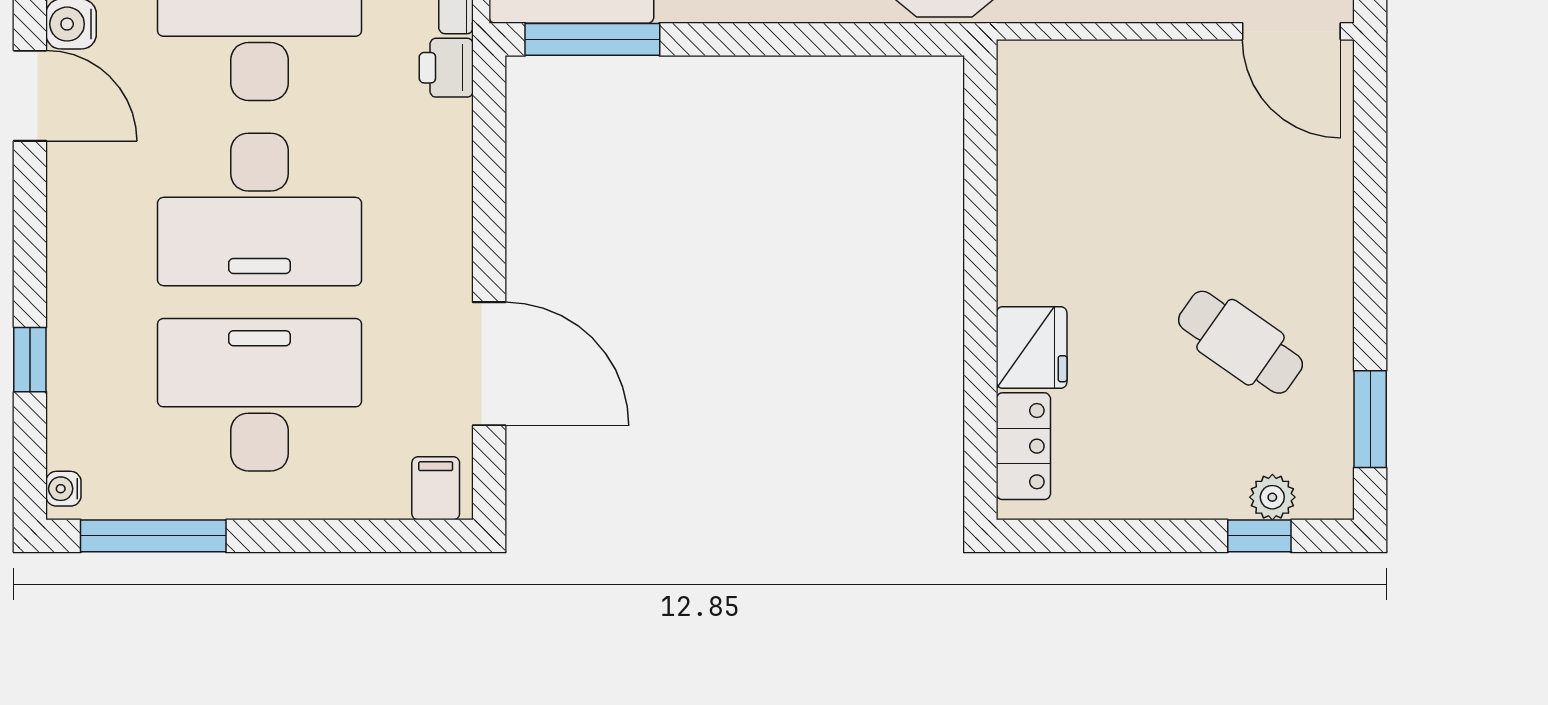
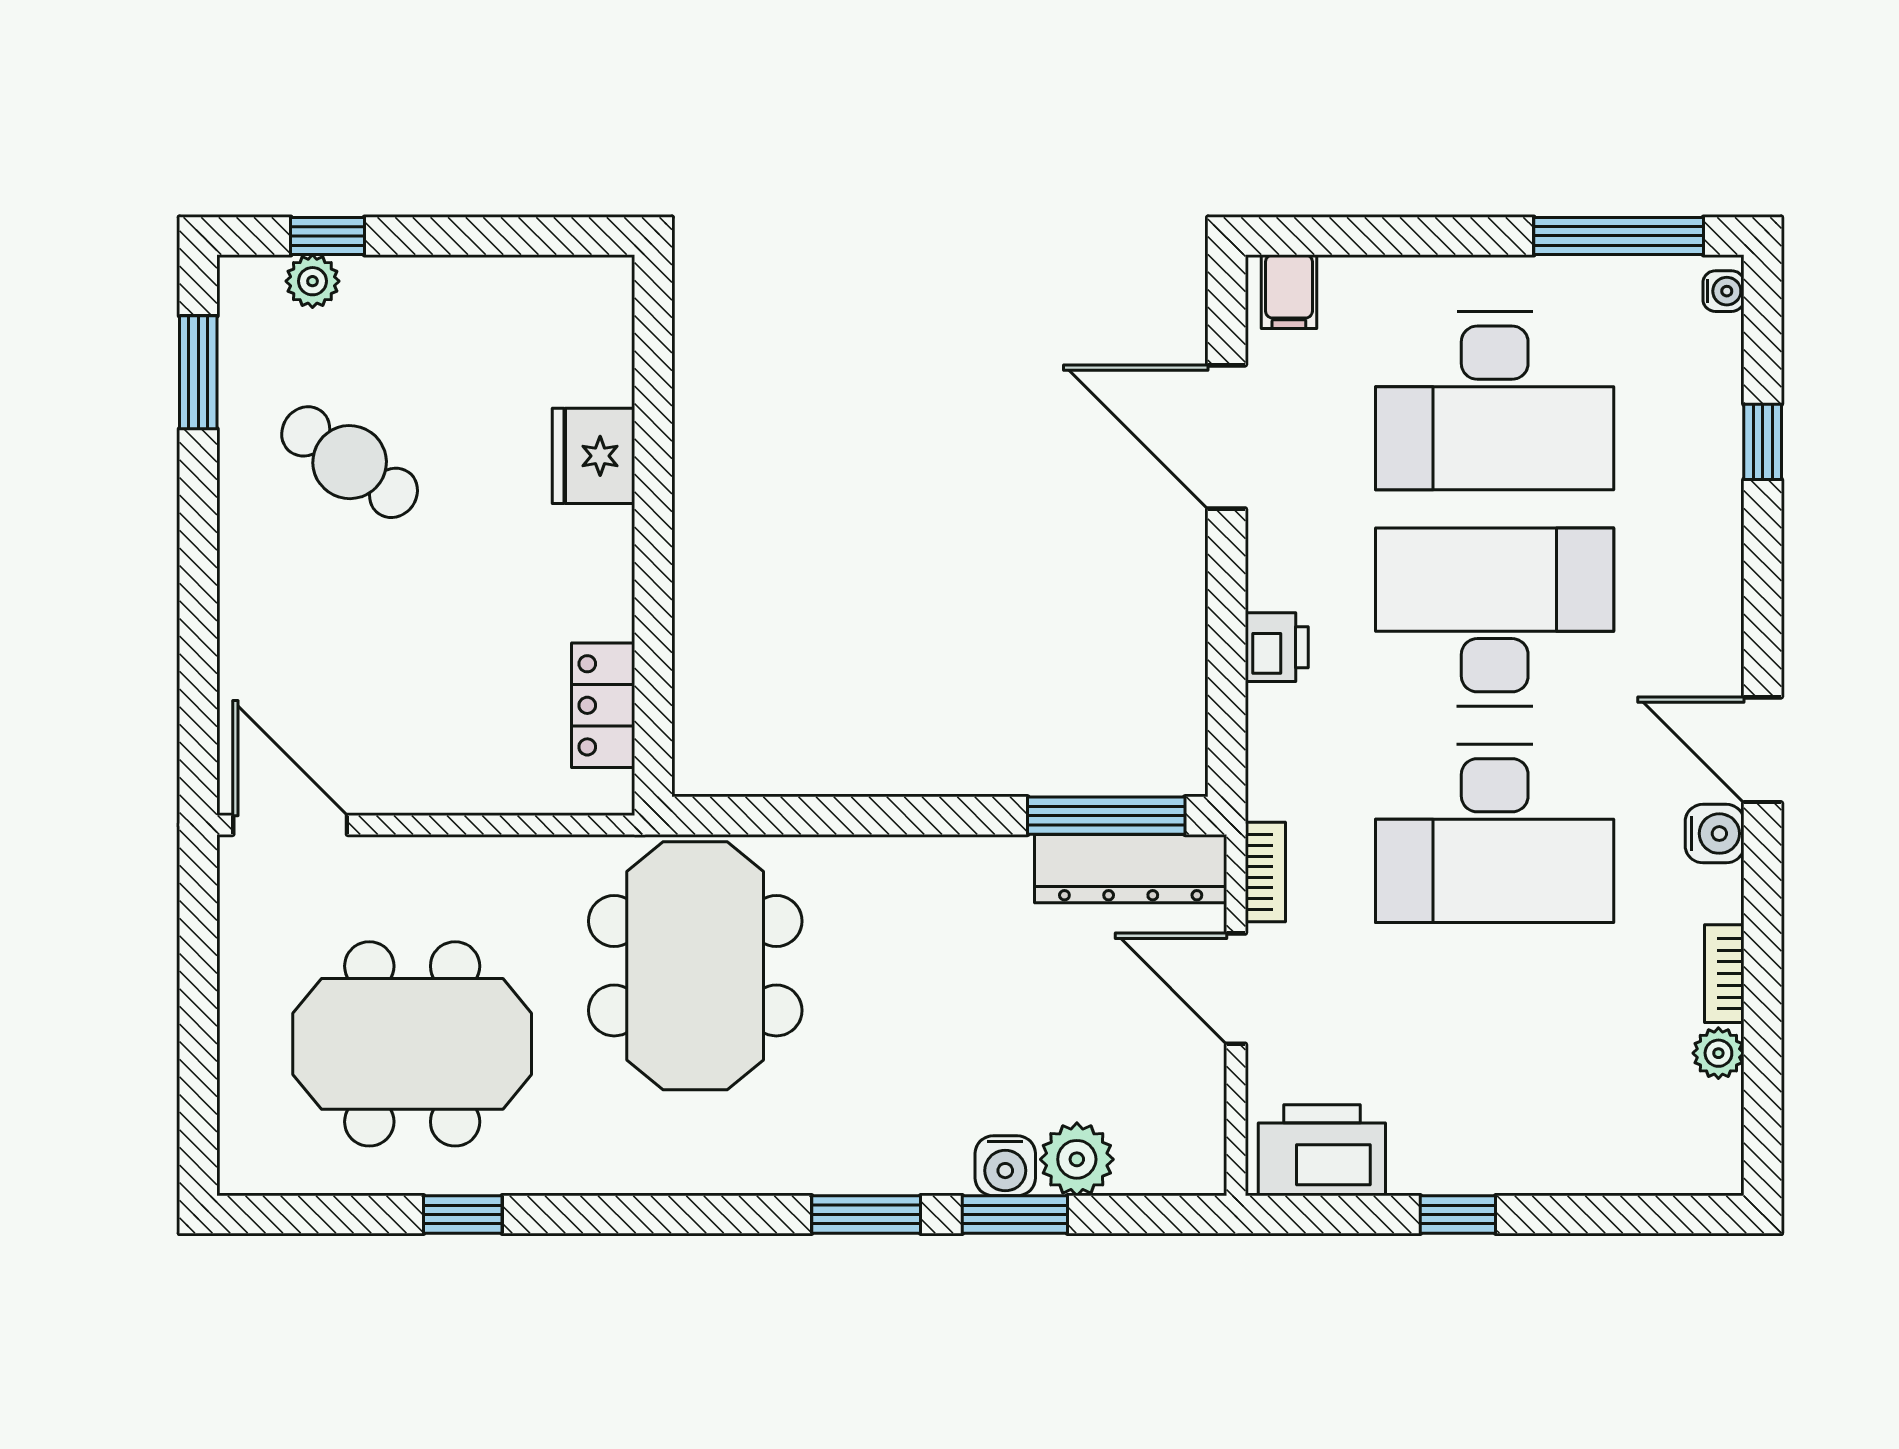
printer: (446, 68) -> (1277, 647), moved
locker: (1023, 446) -> (603, 705), moved

